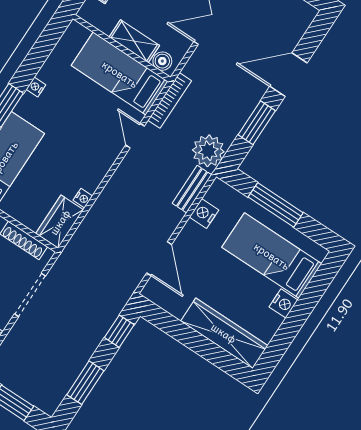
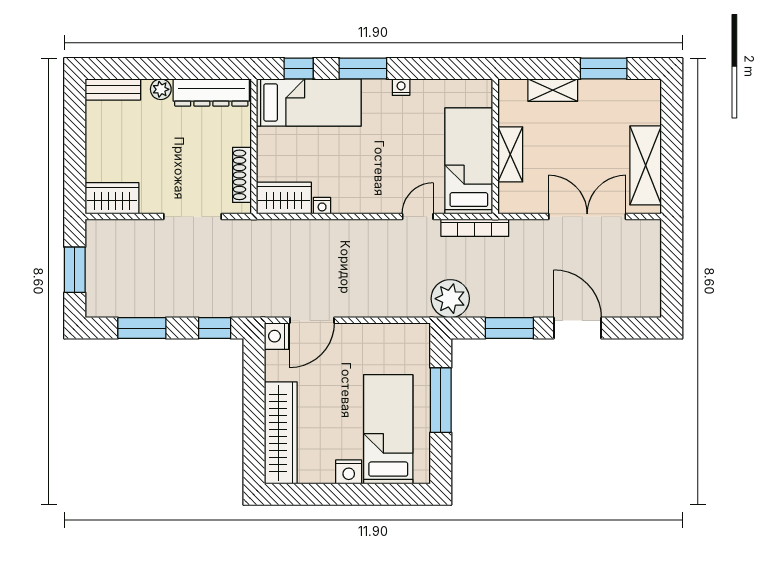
boiler: (162, 61) -> (509, 195), removed
bench: (192, 189) -> (402, 307), removed
nightstand: (204, 213) -> (276, 336), moved, turned -90

